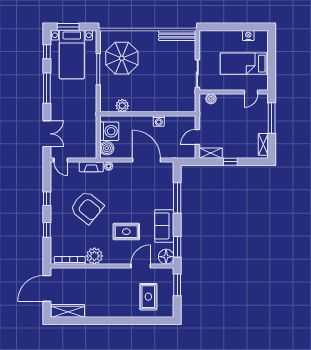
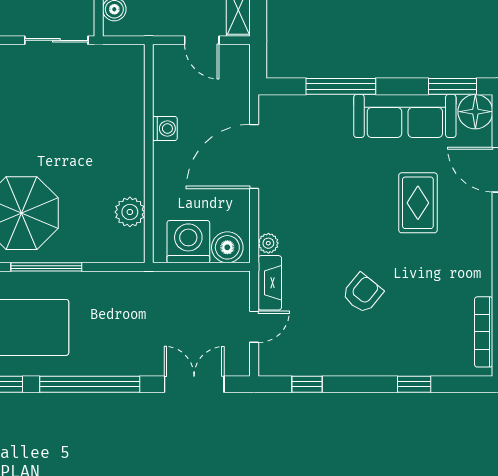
window: (47, 88) -> (90, 384), width x1.46
door: (61, 160) -> (254, 327), moved
window: (47, 199) -> (307, 384), moved
armchair: (87, 207) -> (363, 293), width x0.53, depth x0.53
sofa: (164, 226) -> (405, 116), width x1.36
plant: (94, 256) -> (474, 276), removed

